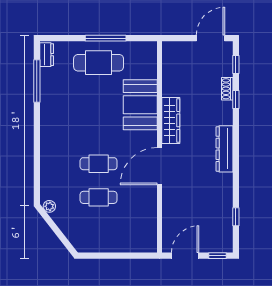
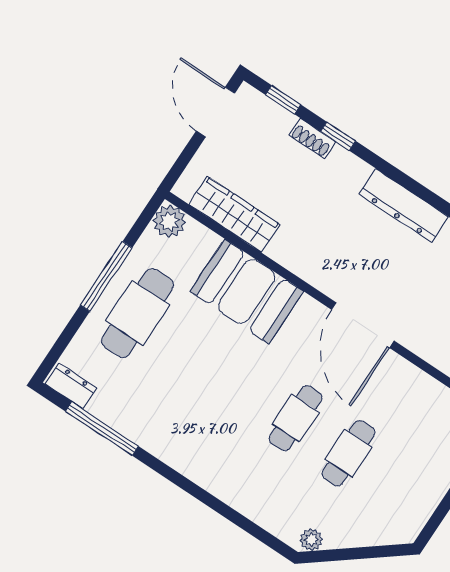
plant: (148, 50) -> (169, 221), added
wardrobe: (171, 120) -> (234, 214), moved

